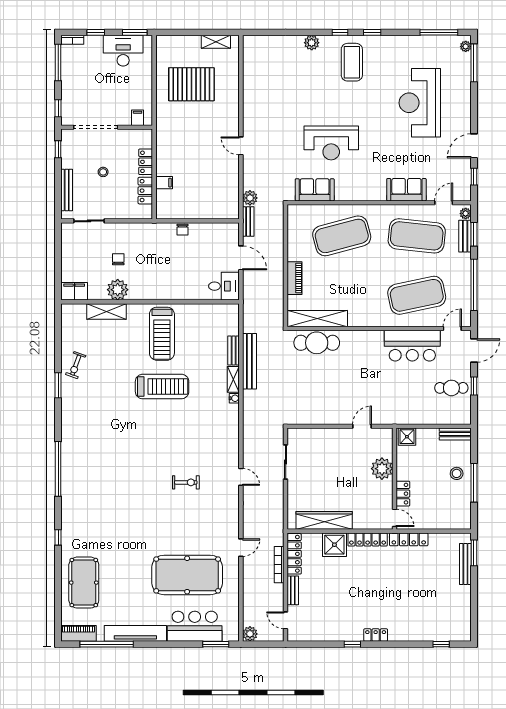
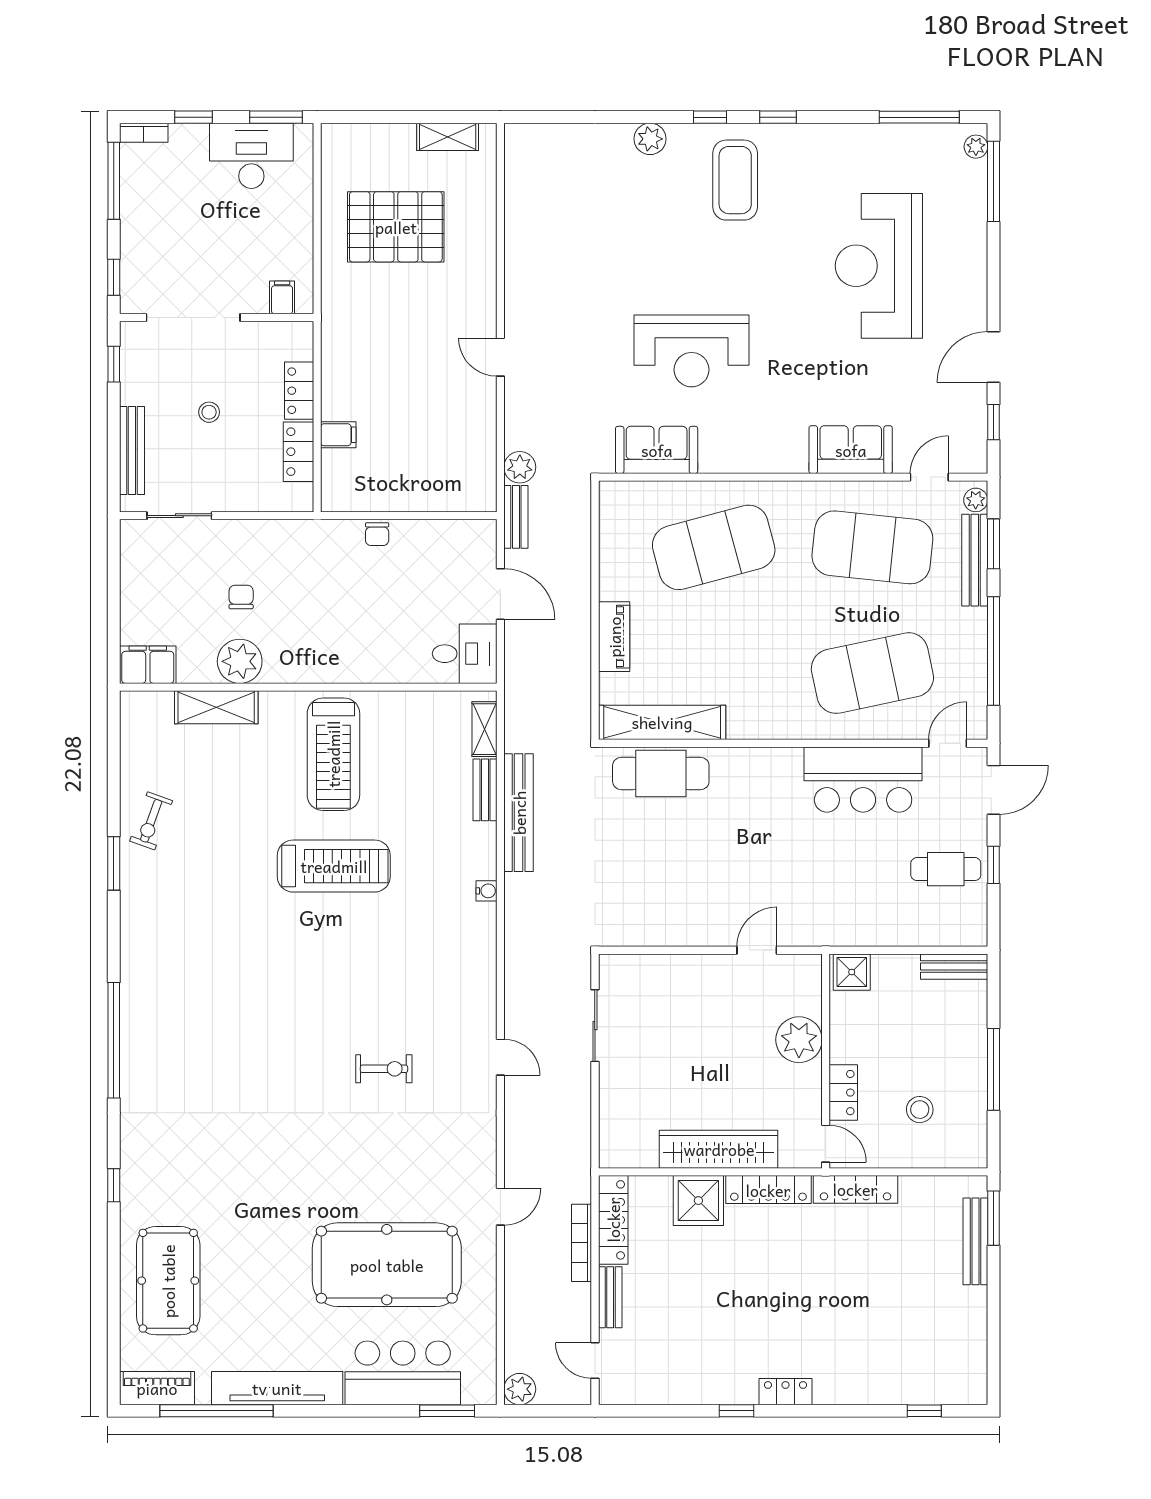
bench: (465, 236) -> (975, 560), width x1.36
shelving: (233, 379) -> (484, 729), moved
stool: (457, 473) -> (920, 1110), moved
wardrobe: (324, 520) -> (719, 1149), moved

